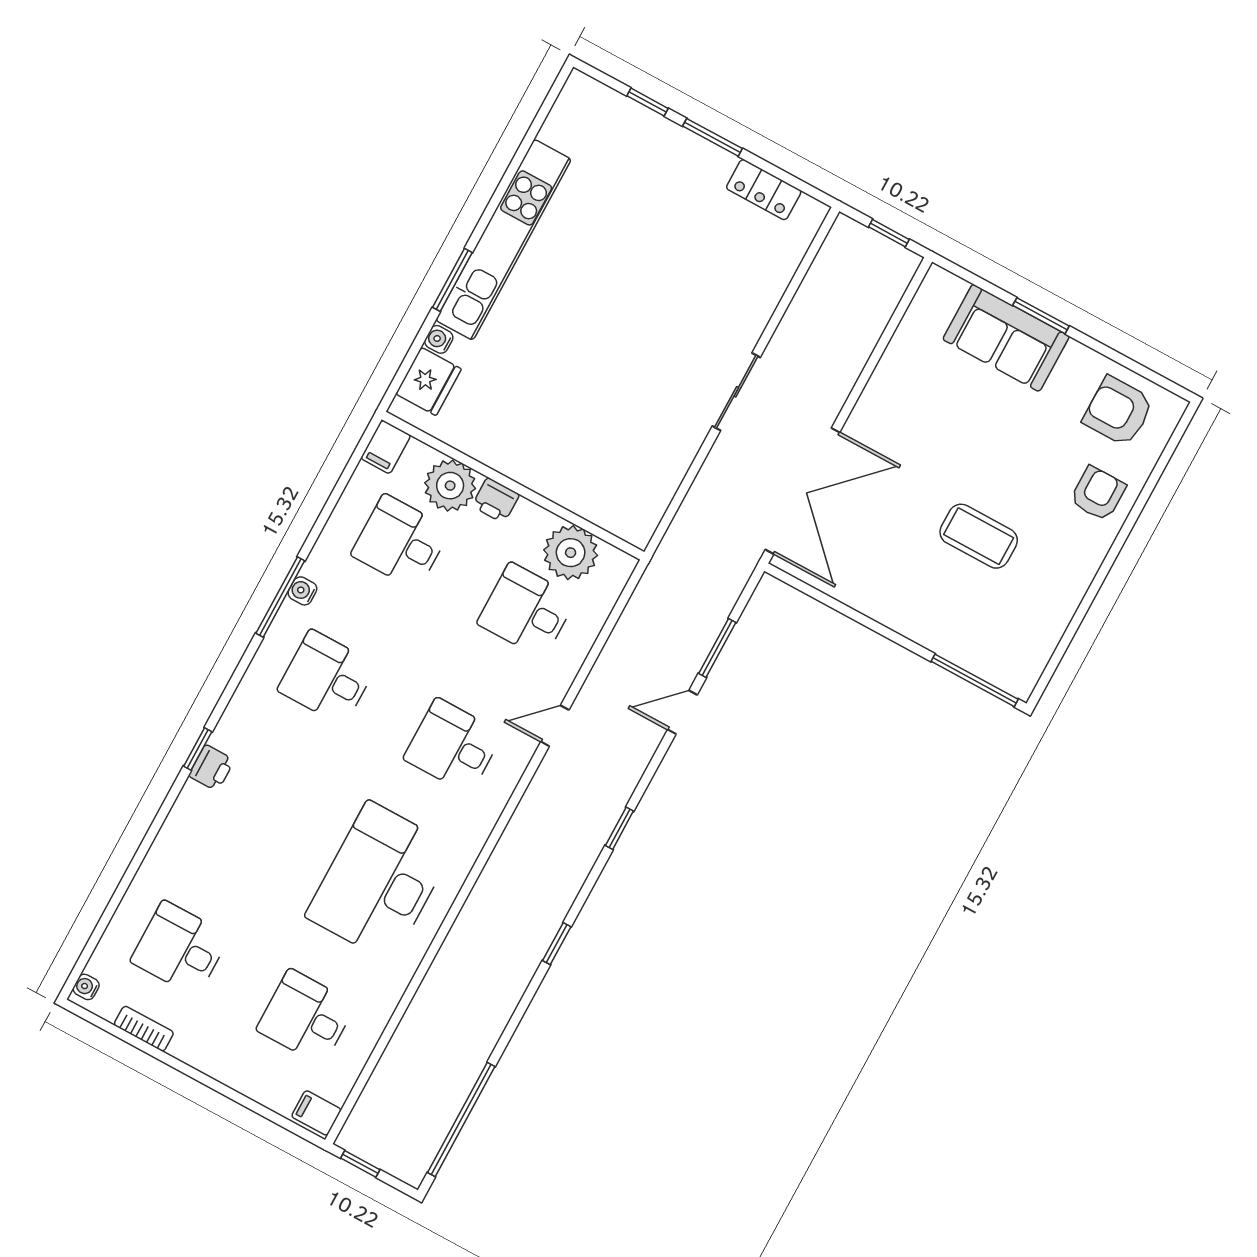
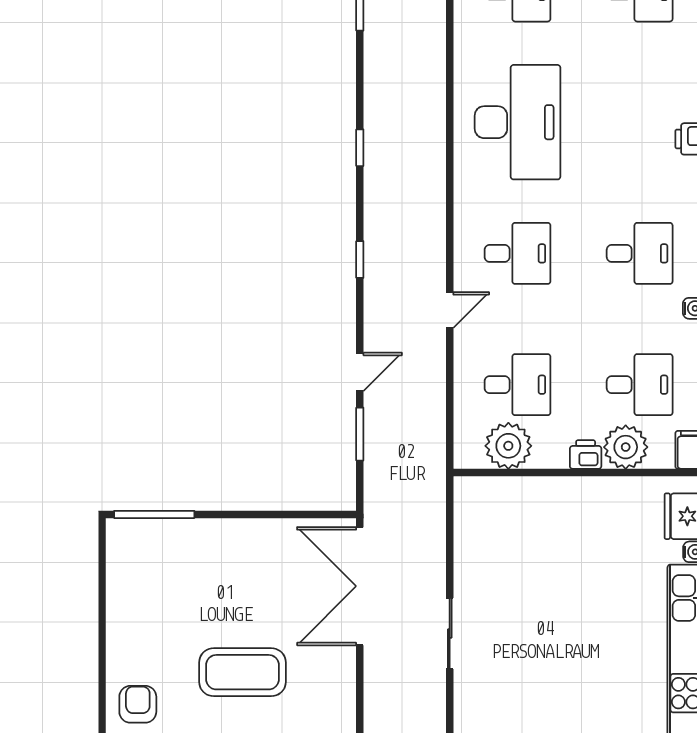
armchair: (1098, 494) -> (138, 704), turned 180
coffee table: (979, 536) -> (242, 672), moved, width x1.36, depth x1.32

